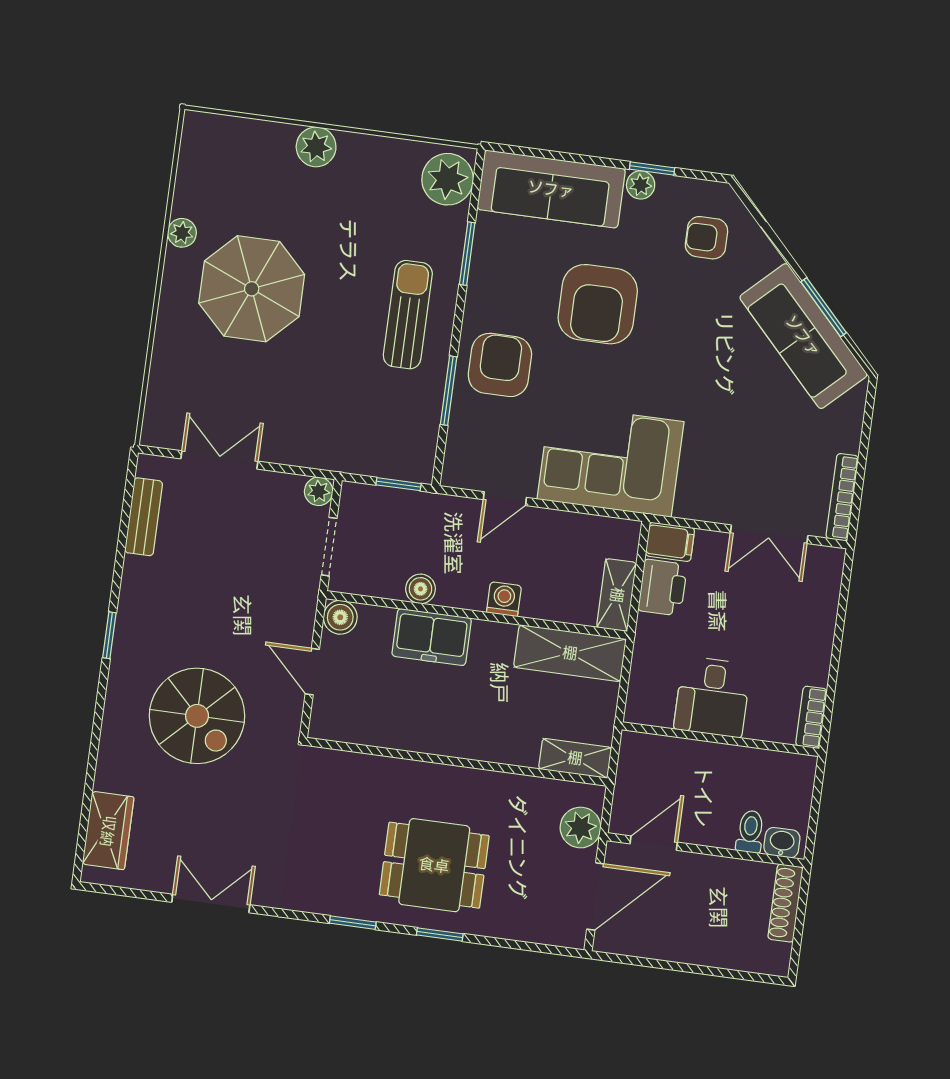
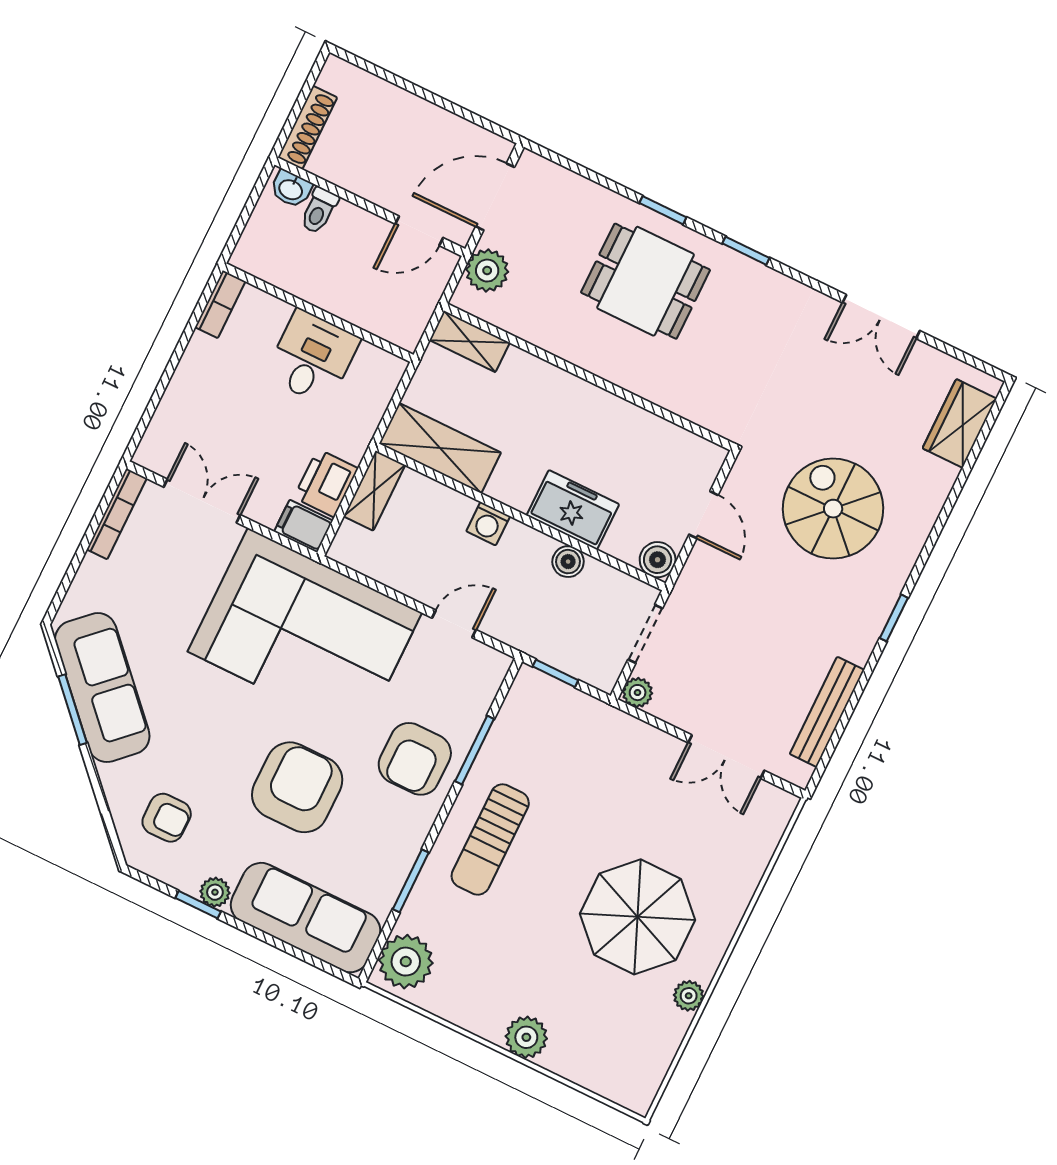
corner sofa: (611, 460) -> (305, 632), width x1.36, depth x1.36
bench: (144, 517) -> (827, 712), width x1.36

